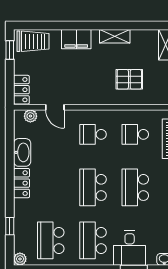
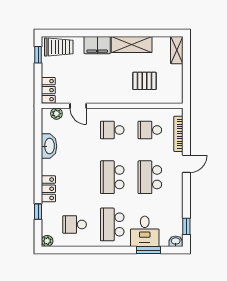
shelving: (115, 36) -> (132, 45), width x1.50, depth x1.33
locker: (22, 183) -> (48, 189), moved
school desk: (51, 240) -> (75, 224), width x0.54

